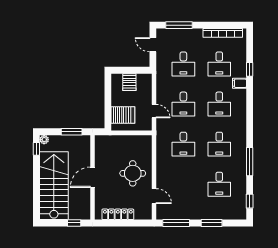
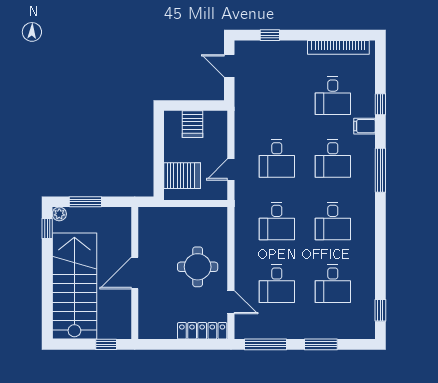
window: (179, 25) -> (270, 35), width x0.46
desk: (183, 64) -> (277, 284), moved
door: (154, 111) -> (231, 169), swing flipped
window: (72, 132) -> (85, 202), moved
window: (250, 162) -> (380, 170), moved
locker: (118, 214) -> (202, 331), moved

